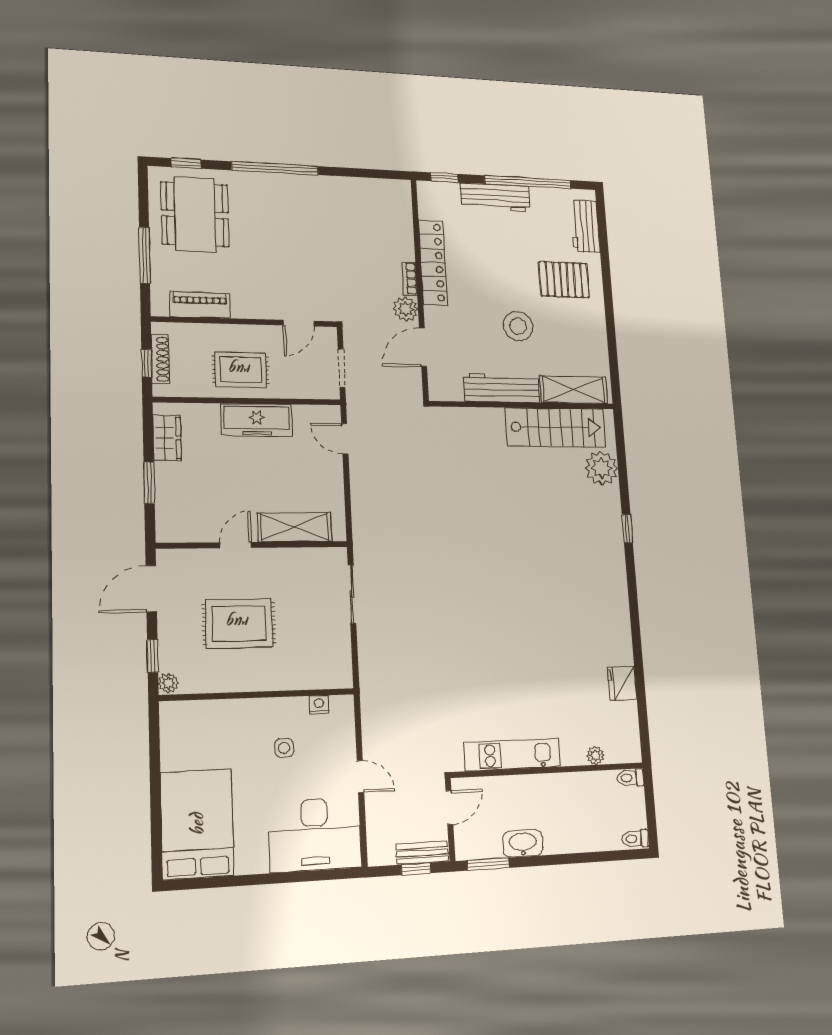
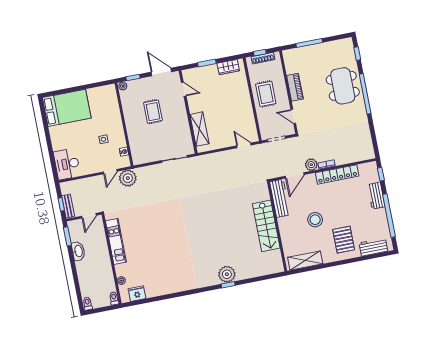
workbench: (495, 197) -> (376, 196), width x0.73
dining table: (195, 214) -> (343, 86), moved, turned 90
piano: (200, 305) -> (295, 87), moved
door: (423, 347) -> (295, 175), swing flipped
workbench: (502, 388) -> (280, 198), moved
shelving: (574, 390) -> (305, 261), moved, turned 90
freezer: (257, 420) -> (244, 105), removed
stairs: (555, 427) -> (266, 226), moved
door: (345, 439) -> (244, 145), hinge flipped
plant: (602, 468) -> (227, 274), moved
door: (235, 545) -> (184, 89), moved
rug: (239, 623) -> (153, 112), width x0.73, depth x0.70
fridge: (622, 683) -> (137, 294), moved
plant: (379, 706) -> (128, 178), added
door: (360, 776) -> (110, 172), moved
door: (449, 807) -> (89, 216), hinge flipped
desk: (315, 835) -> (67, 164), width x0.73, depth x0.77

